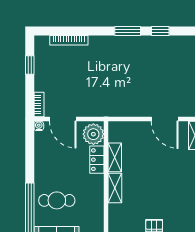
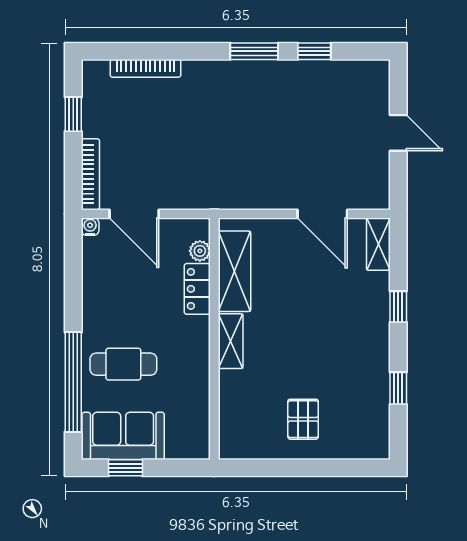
bookcase: (39, 104) -> (90, 174), width x1.56
plant: (93, 134) -> (200, 251), width x0.53, depth x0.53
shelving: (115, 157) -> (234, 271), width x1.50, depth x1.33

